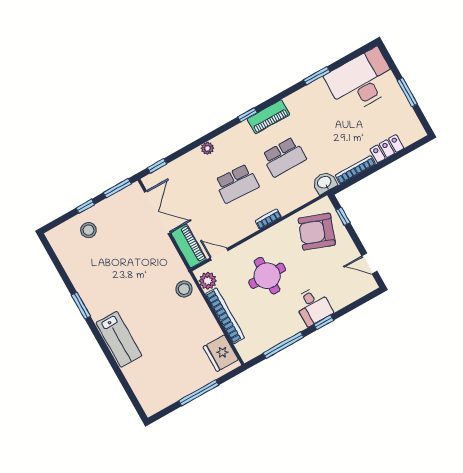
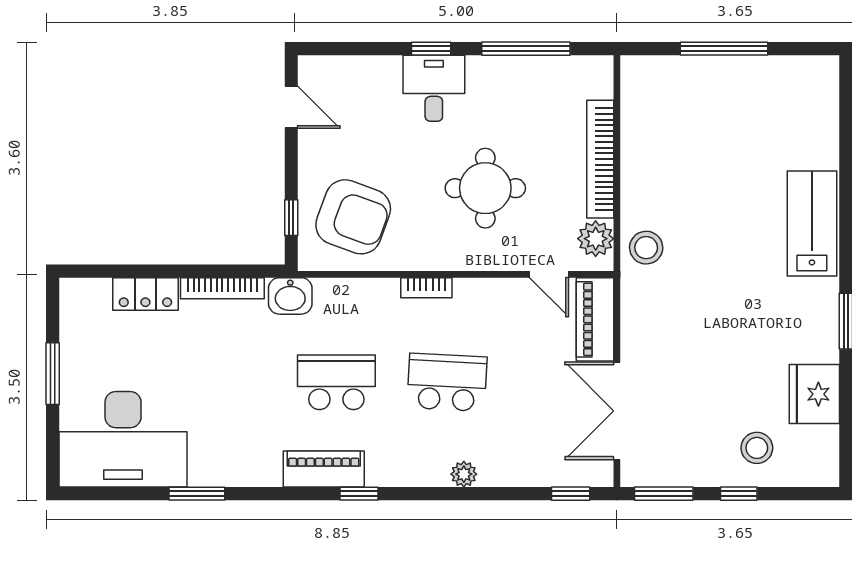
fridge: (221, 353) -> (814, 394), moved, turned 180

